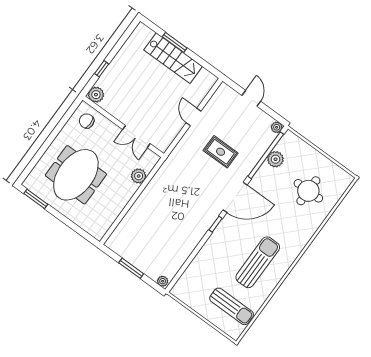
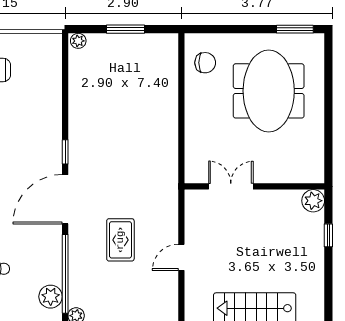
door: (194, 117) -> (181, 257), swing flipped
chair: (87, 121) -> (205, 63), moved
rug: (221, 152) -> (120, 240), turned 90
plant: (275, 159) -> (51, 297), moved
plant: (139, 176) -> (195, 143), removed

